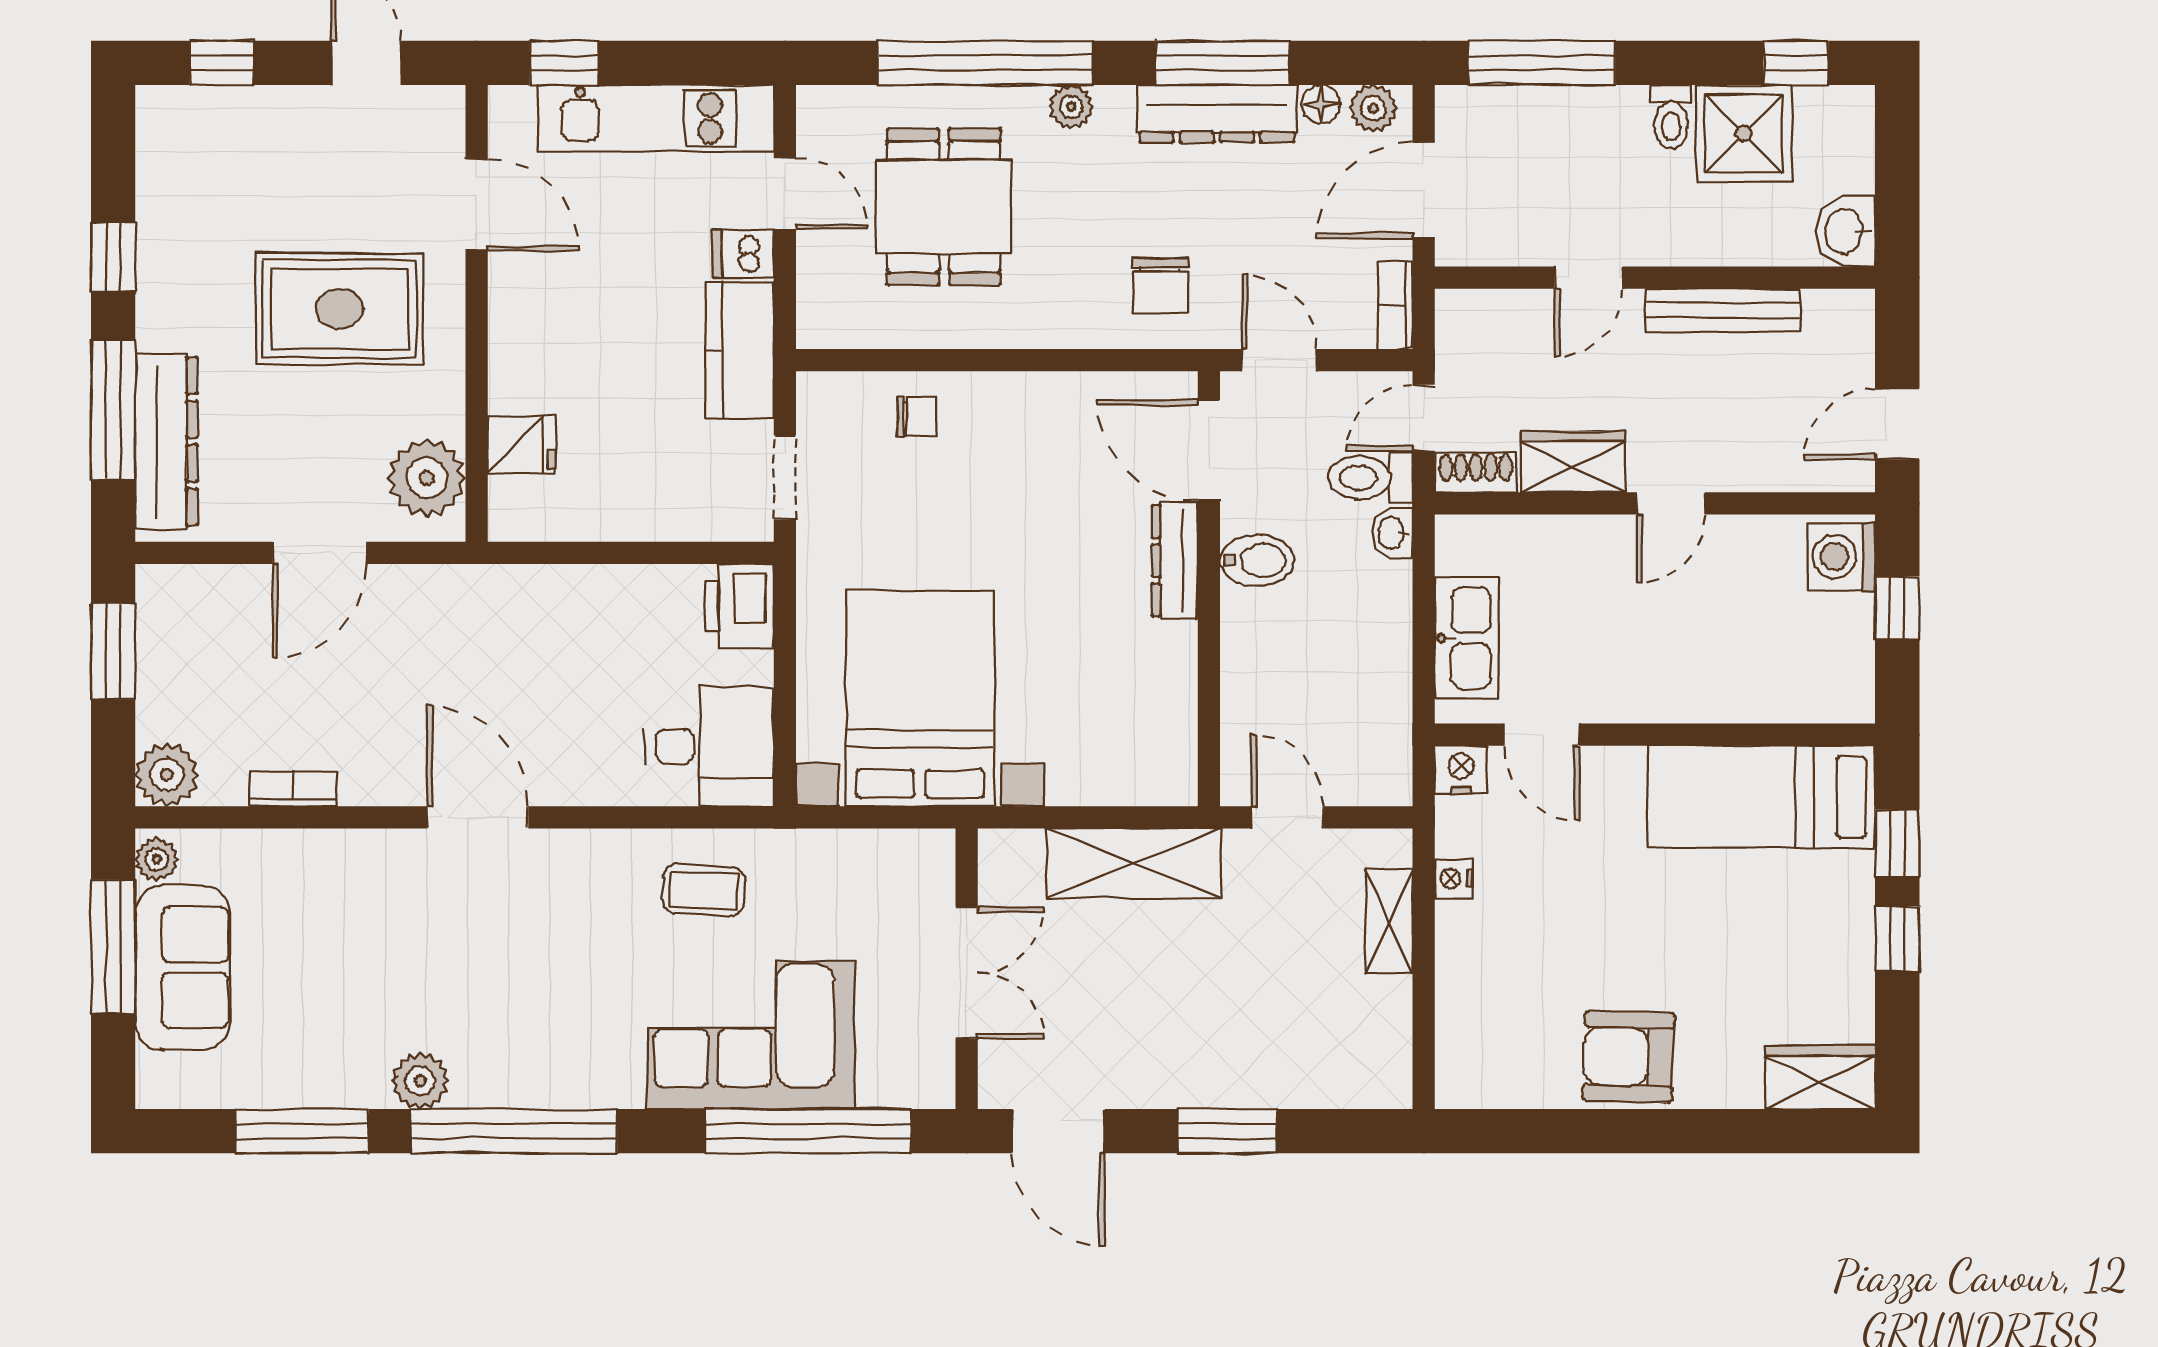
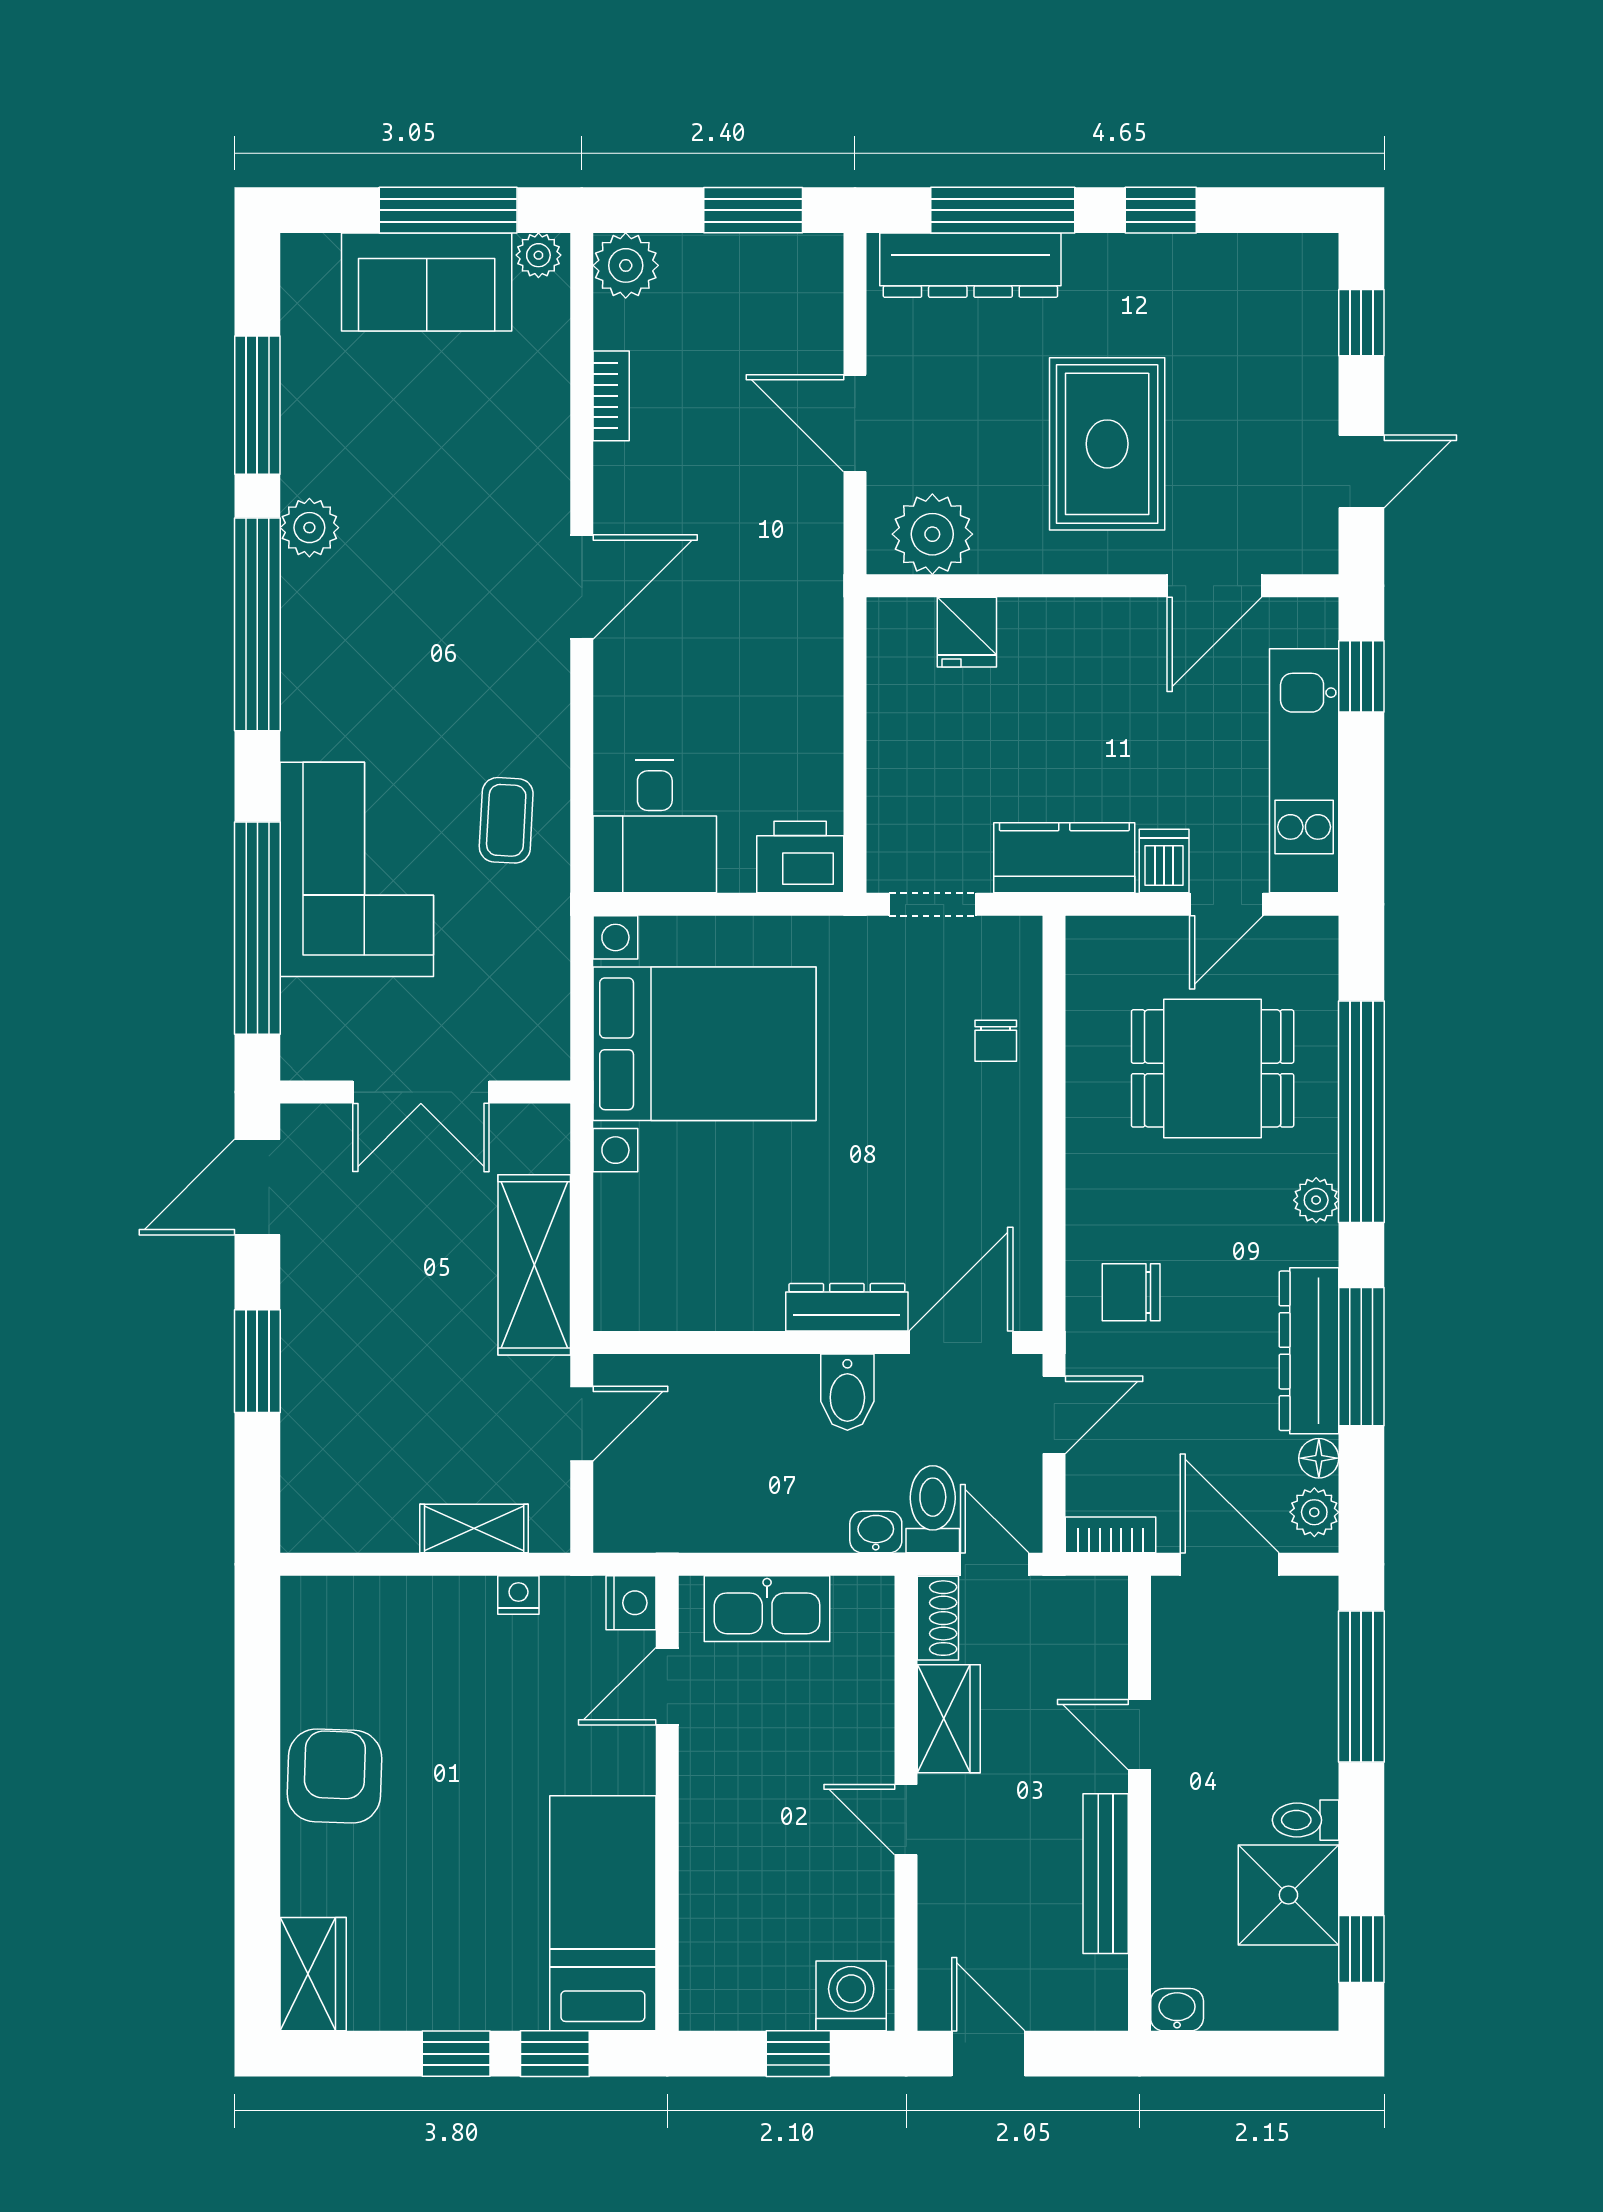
washbasin: (1845, 231) -> (1177, 2010), width x0.72, depth x0.69

